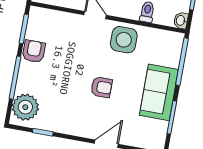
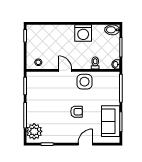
armchair: (34, 51) -> (33, 98), removed
sofa: (159, 92) -> (111, 121), moved

